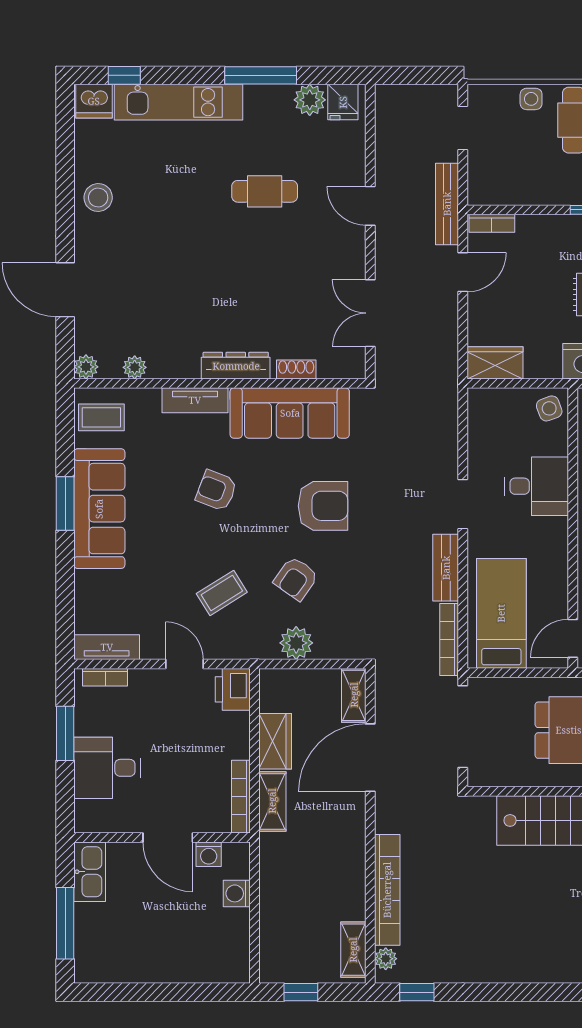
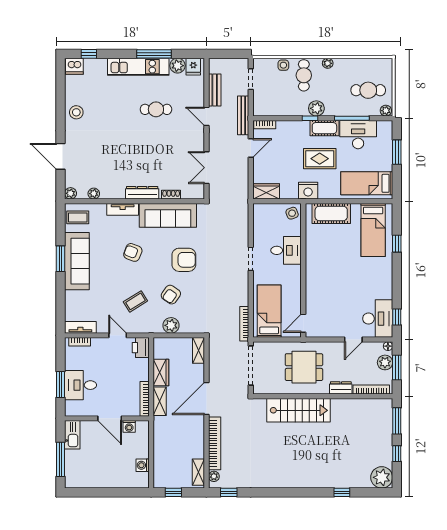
kitchen unit: (179, 102) -> (138, 67), moved
bench: (446, 568) -> (215, 90), moved
window: (65, 733) -> (61, 384), moved
door: (370, 758) -> (206, 398), moved
washing machine: (237, 893) -> (143, 465), moved

